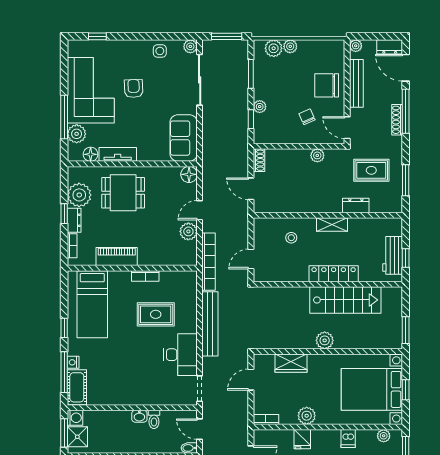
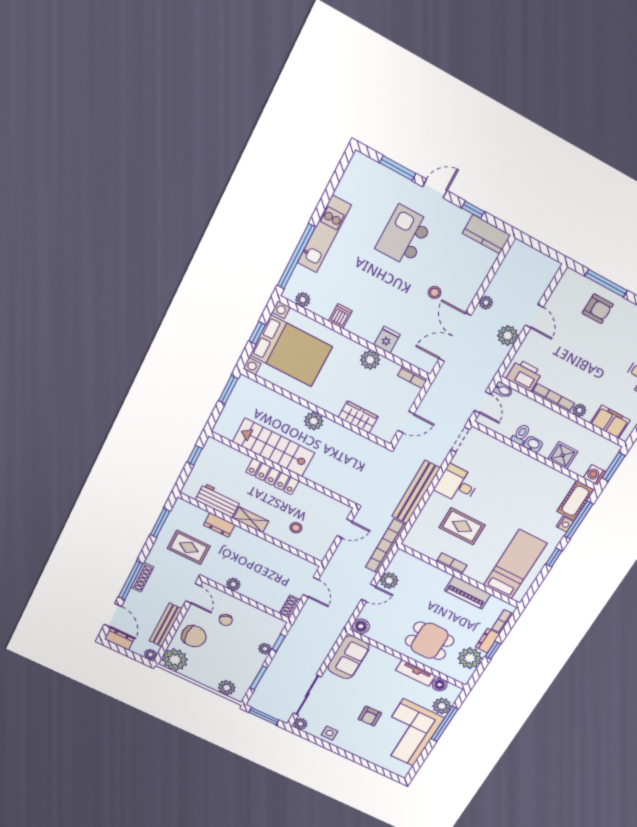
window: (97, 36) -> (377, 769), removed
plant: (290, 46) -> (175, 660), moved, width x1.88, depth x1.88
workbench: (393, 255) -> (218, 500), moved, turned -90
desk: (181, 355) -> (457, 484), width x0.73
shower: (77, 437) -> (563, 455), moved

